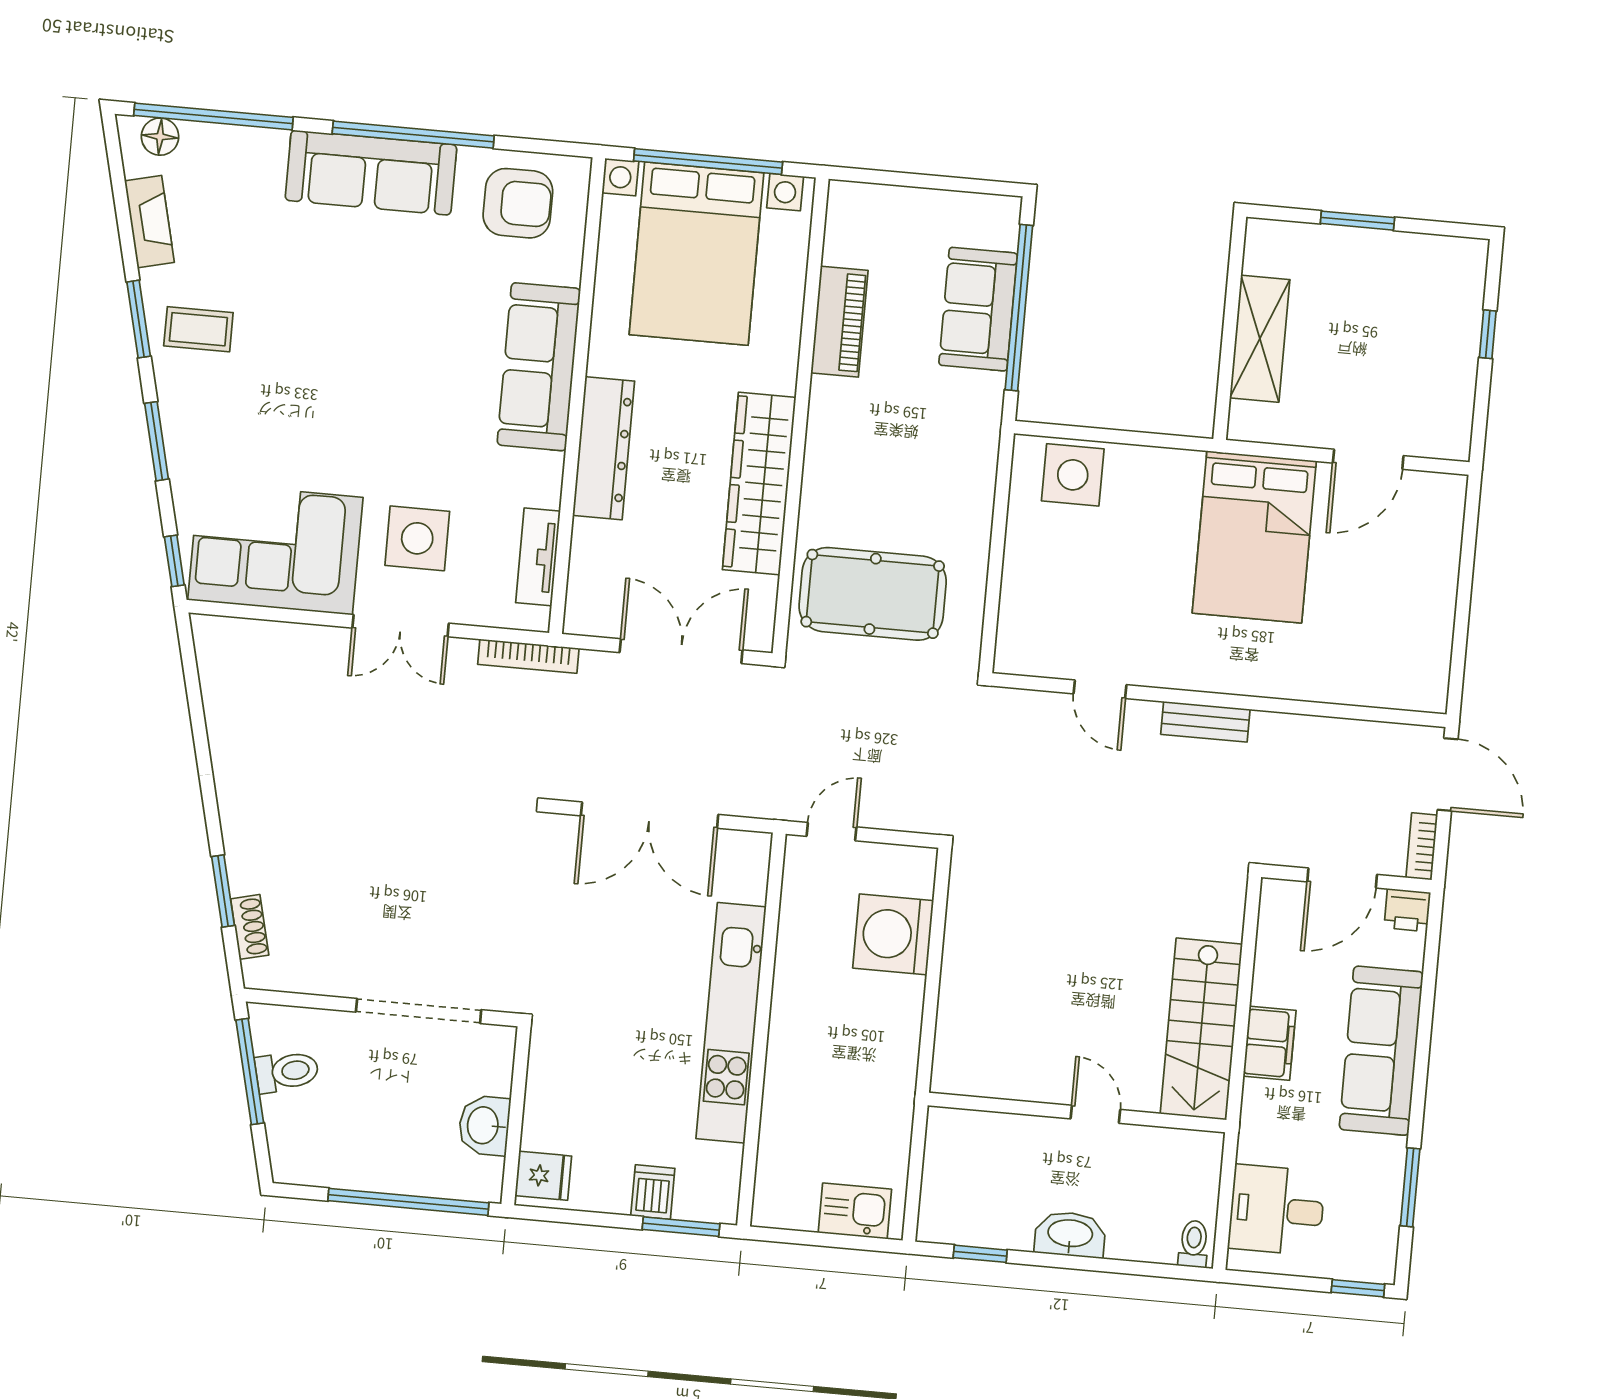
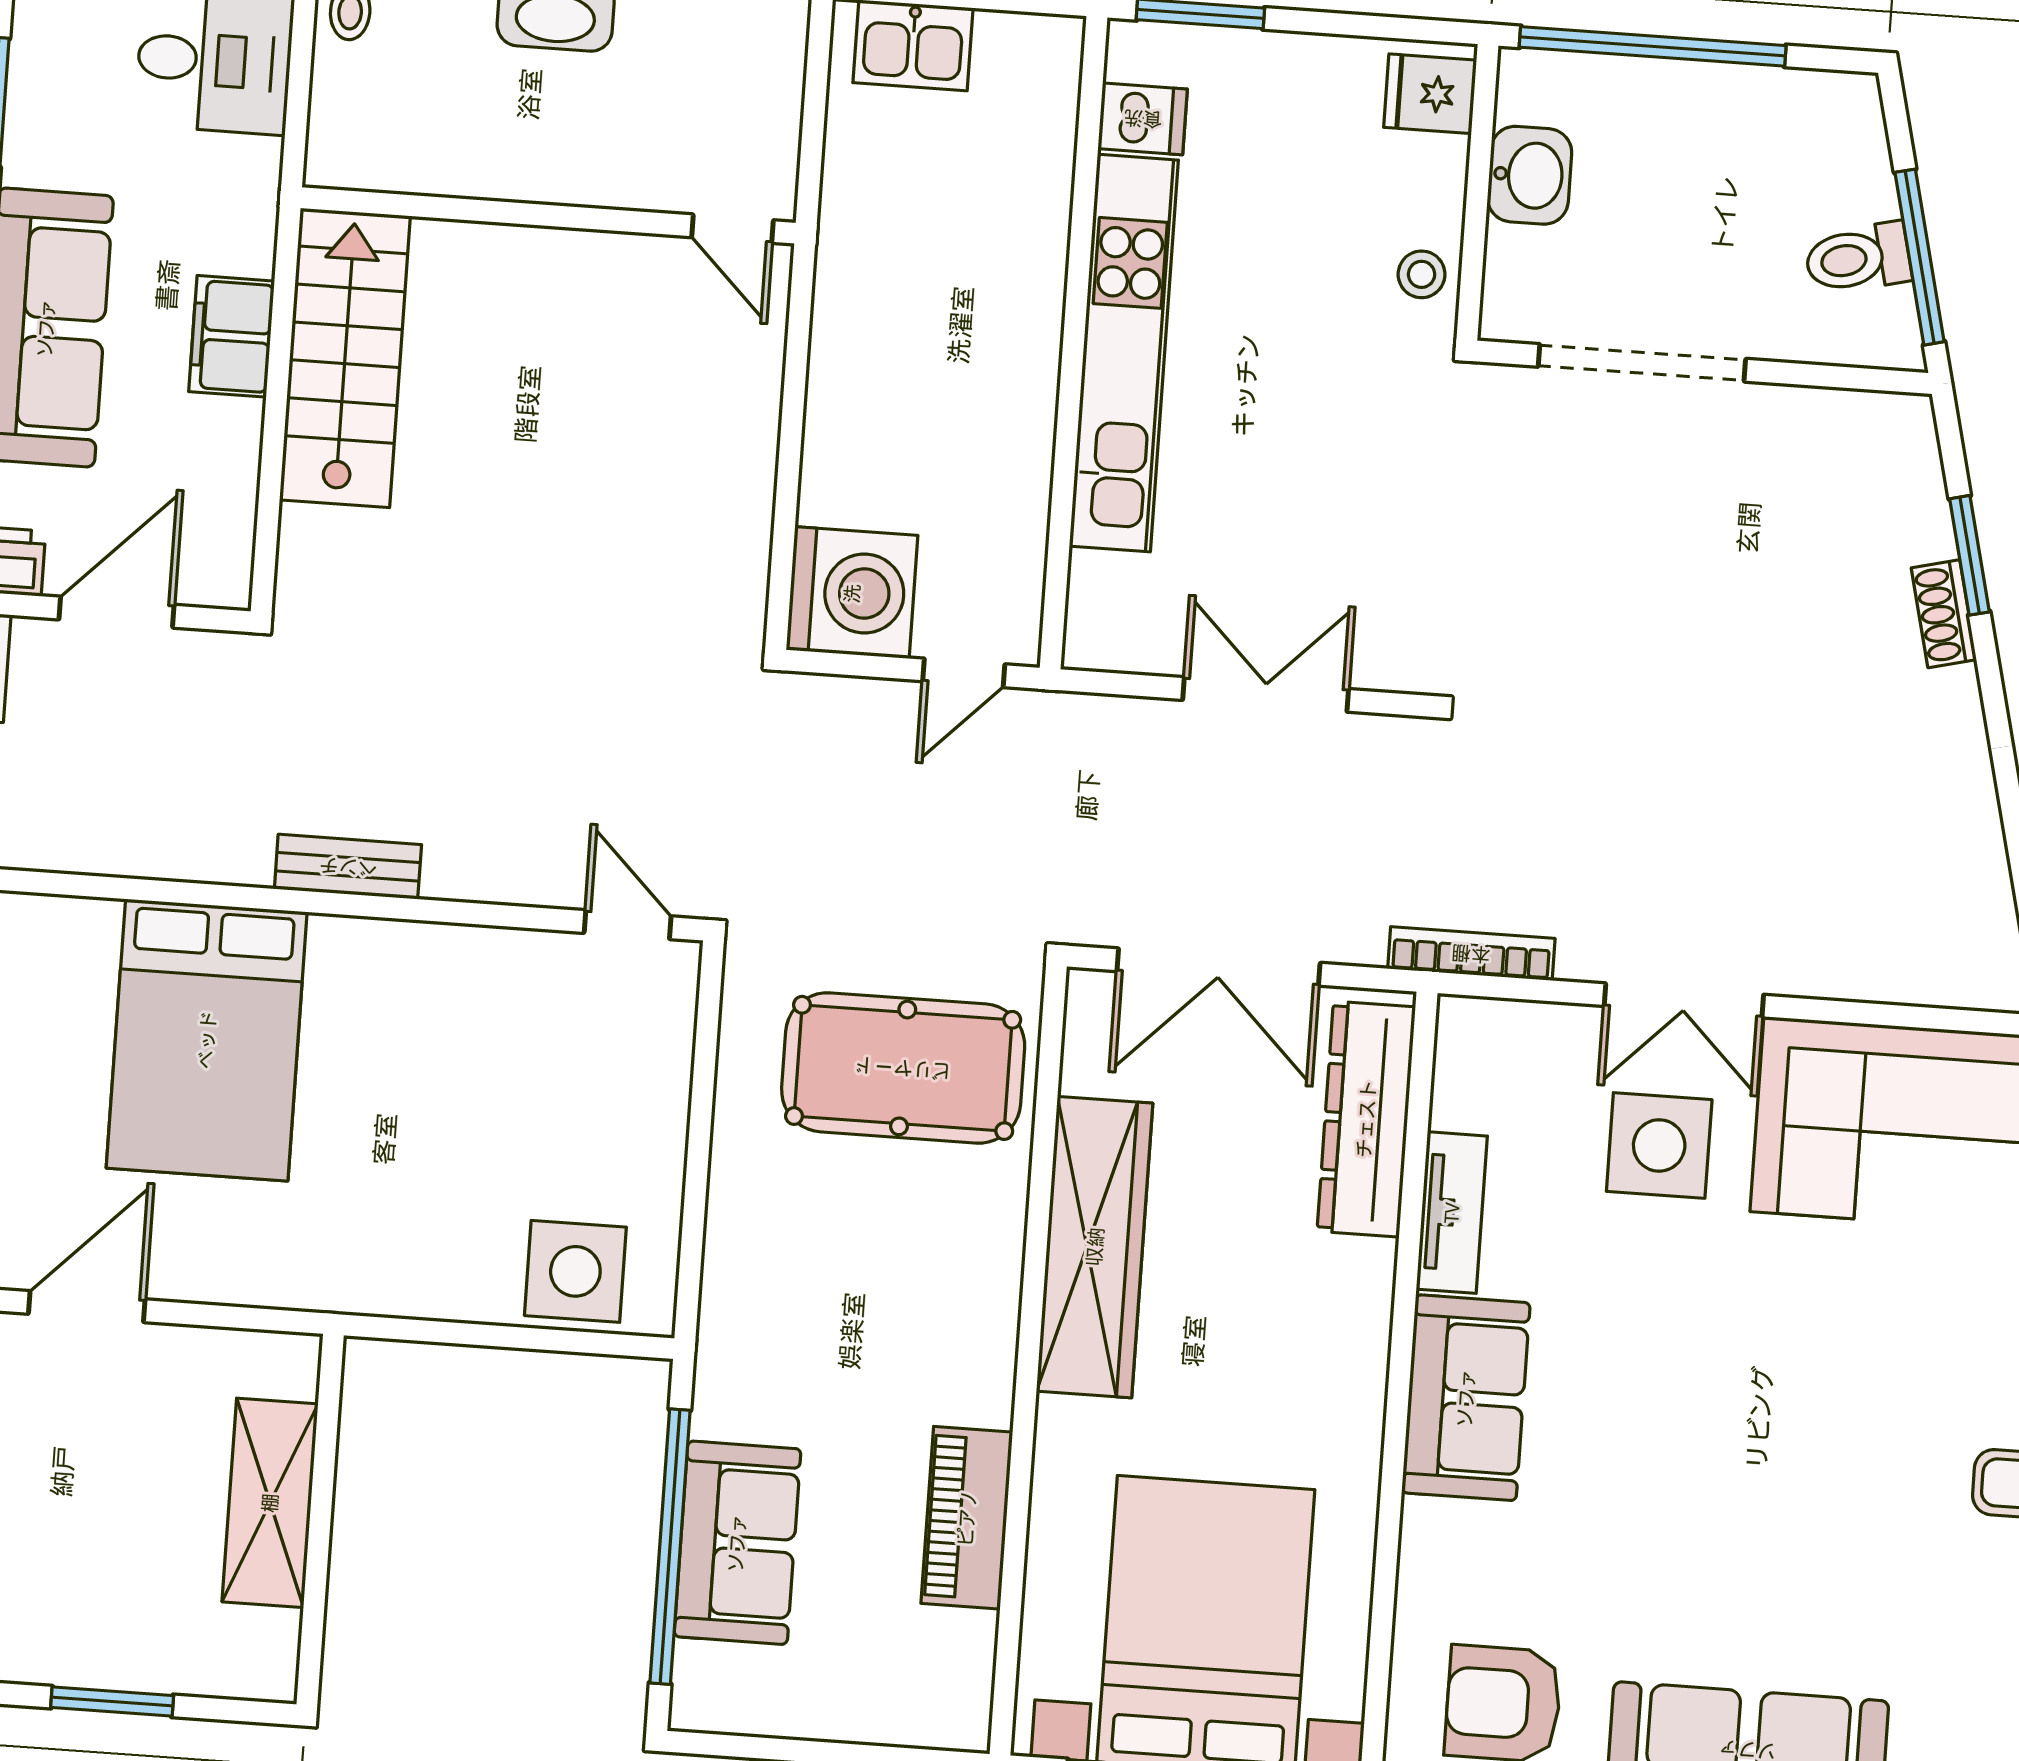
sofa: (539, 367) -> (1466, 1398), width x0.73
dresser: (604, 448) -> (1366, 1119), moved
bed: (1254, 537) -> (207, 1040), moved, turned 180
tv unit: (538, 557) -> (1452, 1213), moved
double door: (401, 626) -> (1684, 1000), swing flipped
door: (1100, 689) -> (628, 925), moved
double door: (650, 815) -> (1266, 694), width x0.73
shoe rack: (250, 927) -> (1944, 614), moved
washing machine: (893, 934) -> (852, 593), moved
stool: (551, 1067) -> (1422, 274), added
door: (1095, 1114) -> (732, 229), moved
dishwasher: (653, 1192) -> (1143, 119), moved, turned -90

